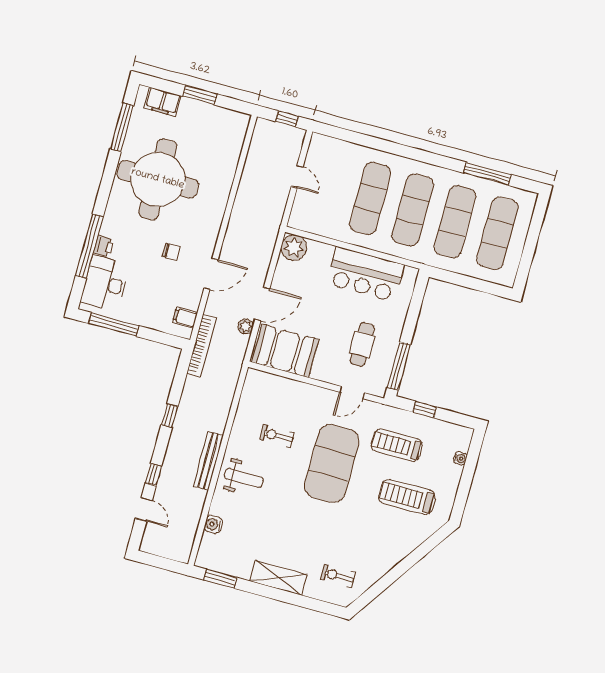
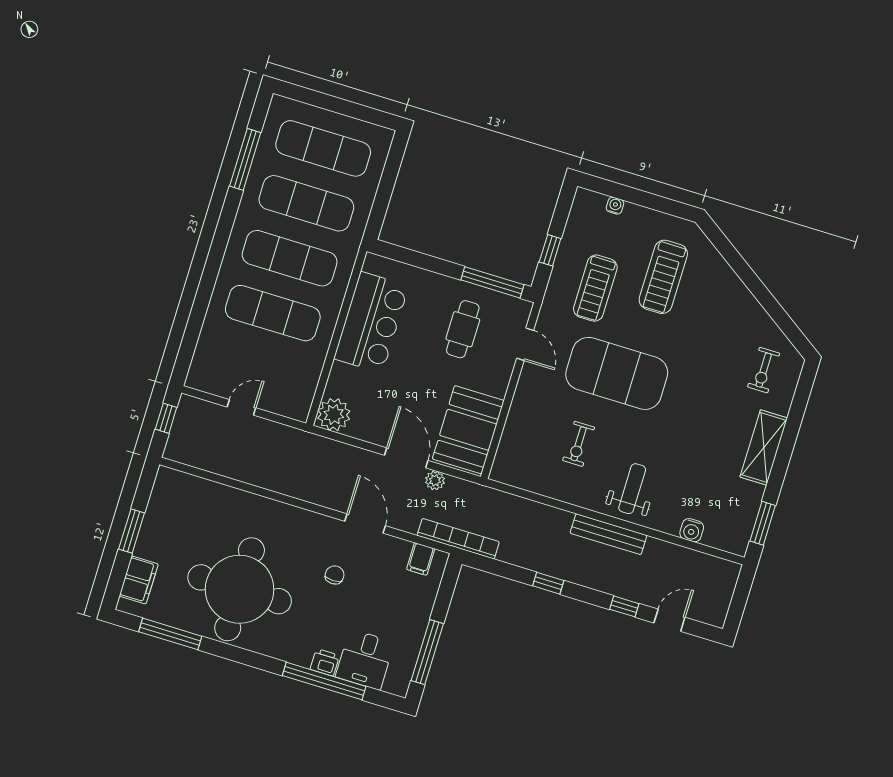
desk: (105, 283) -> (365, 659), width x0.73
cafe table: (362, 344) -> (463, 329), turned 90

